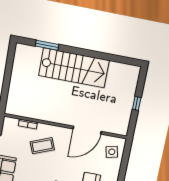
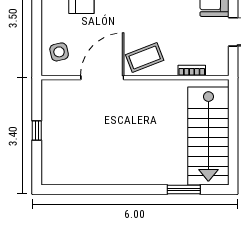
stairs: (74, 68) -> (208, 136), moved, turned -90
coffee table: (42, 146) -> (145, 57), moved

